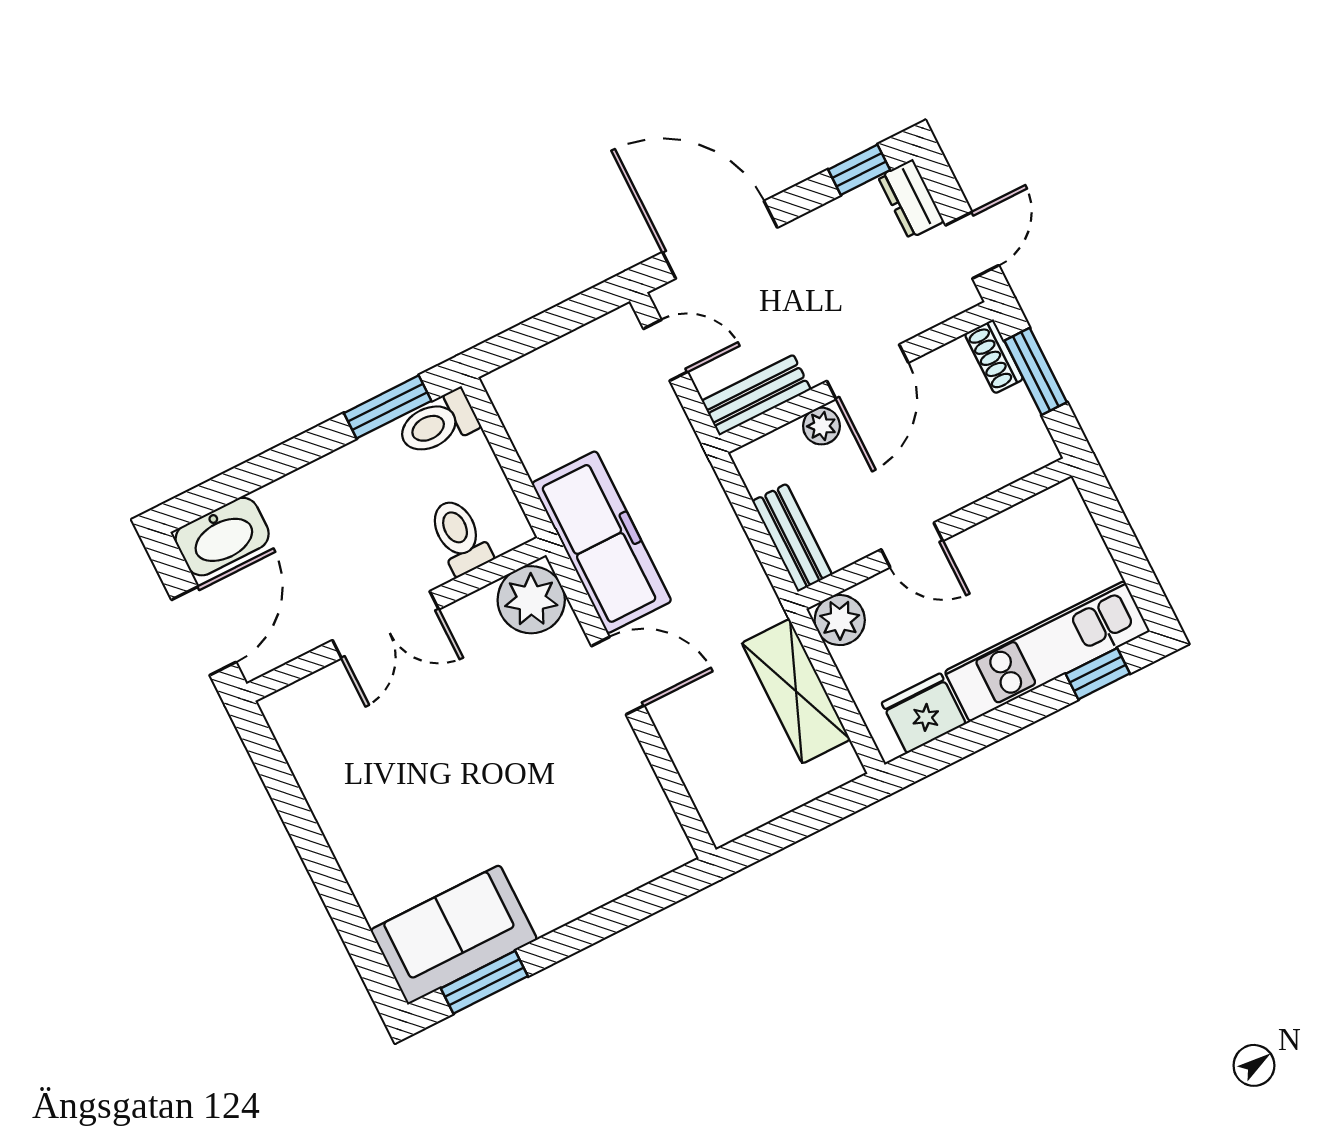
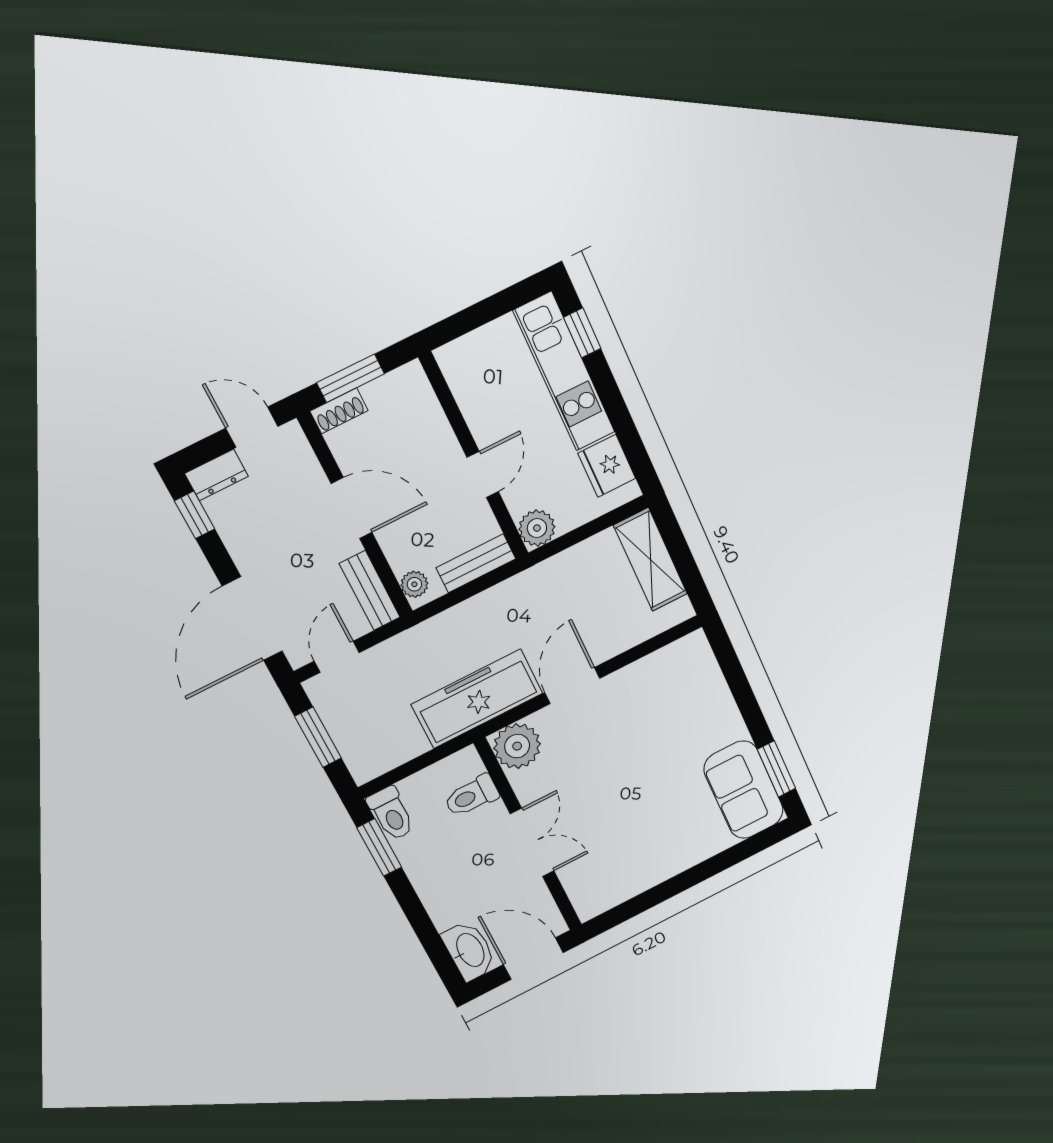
window: (552, 324) -> (318, 737), added
plant: (821, 426) -> (414, 584), moved
shelving: (796, 691) -> (651, 560), moved, turned 90

